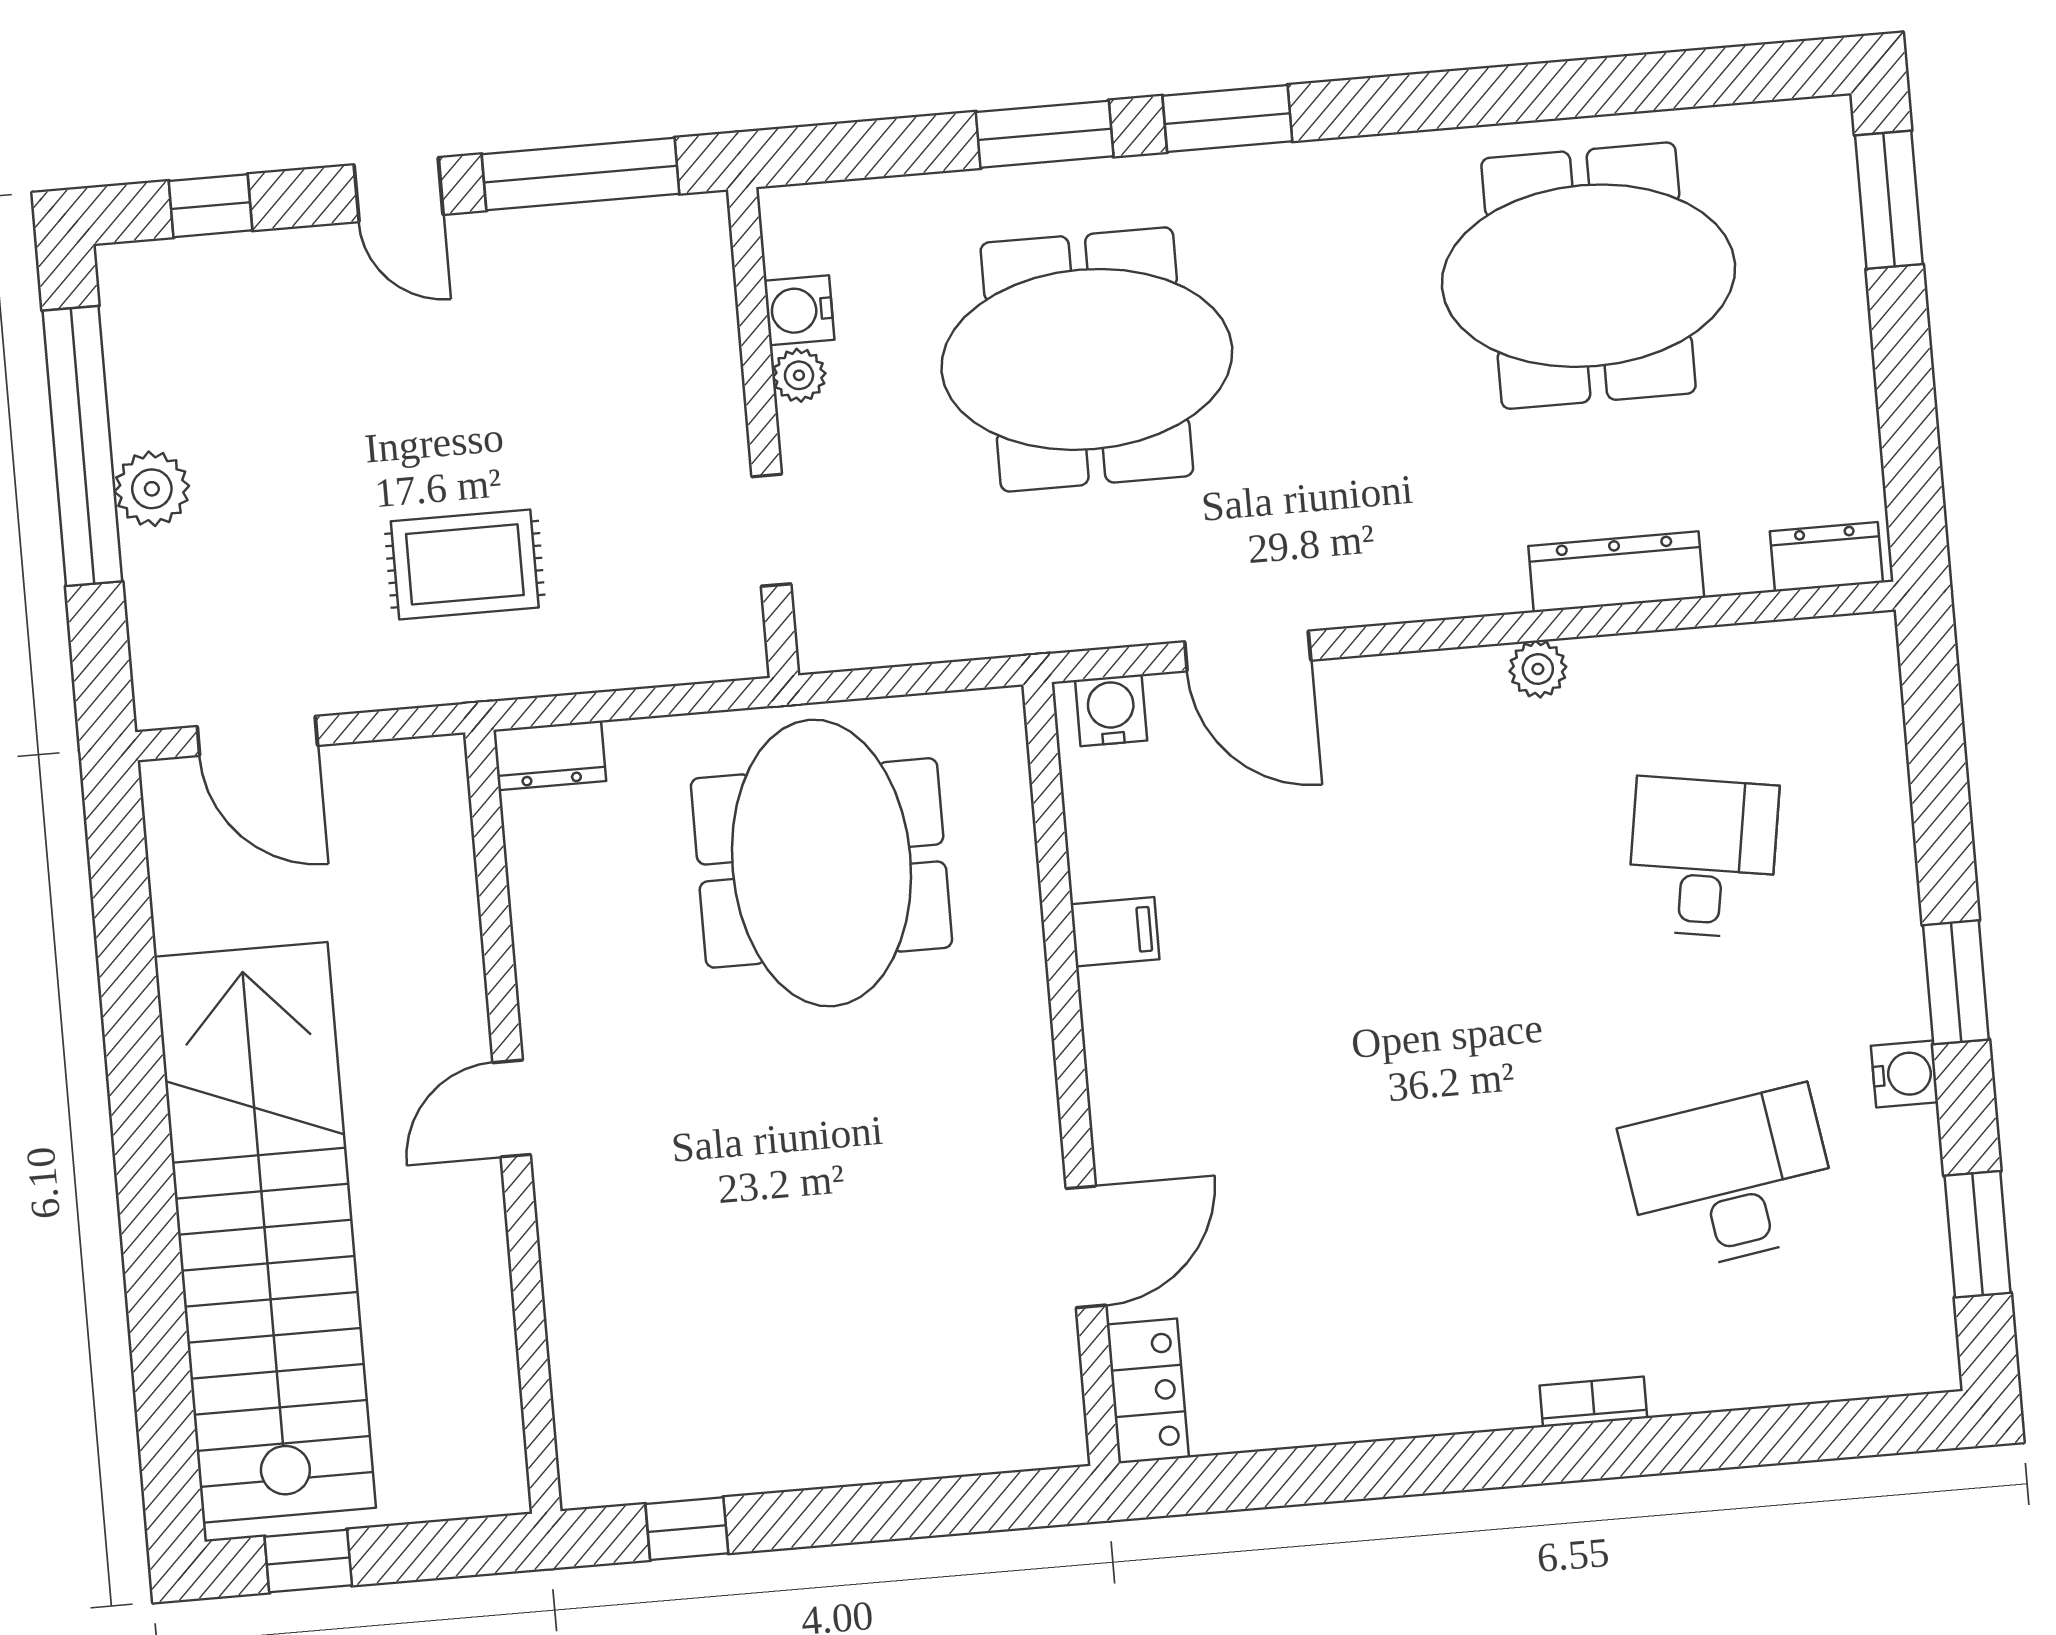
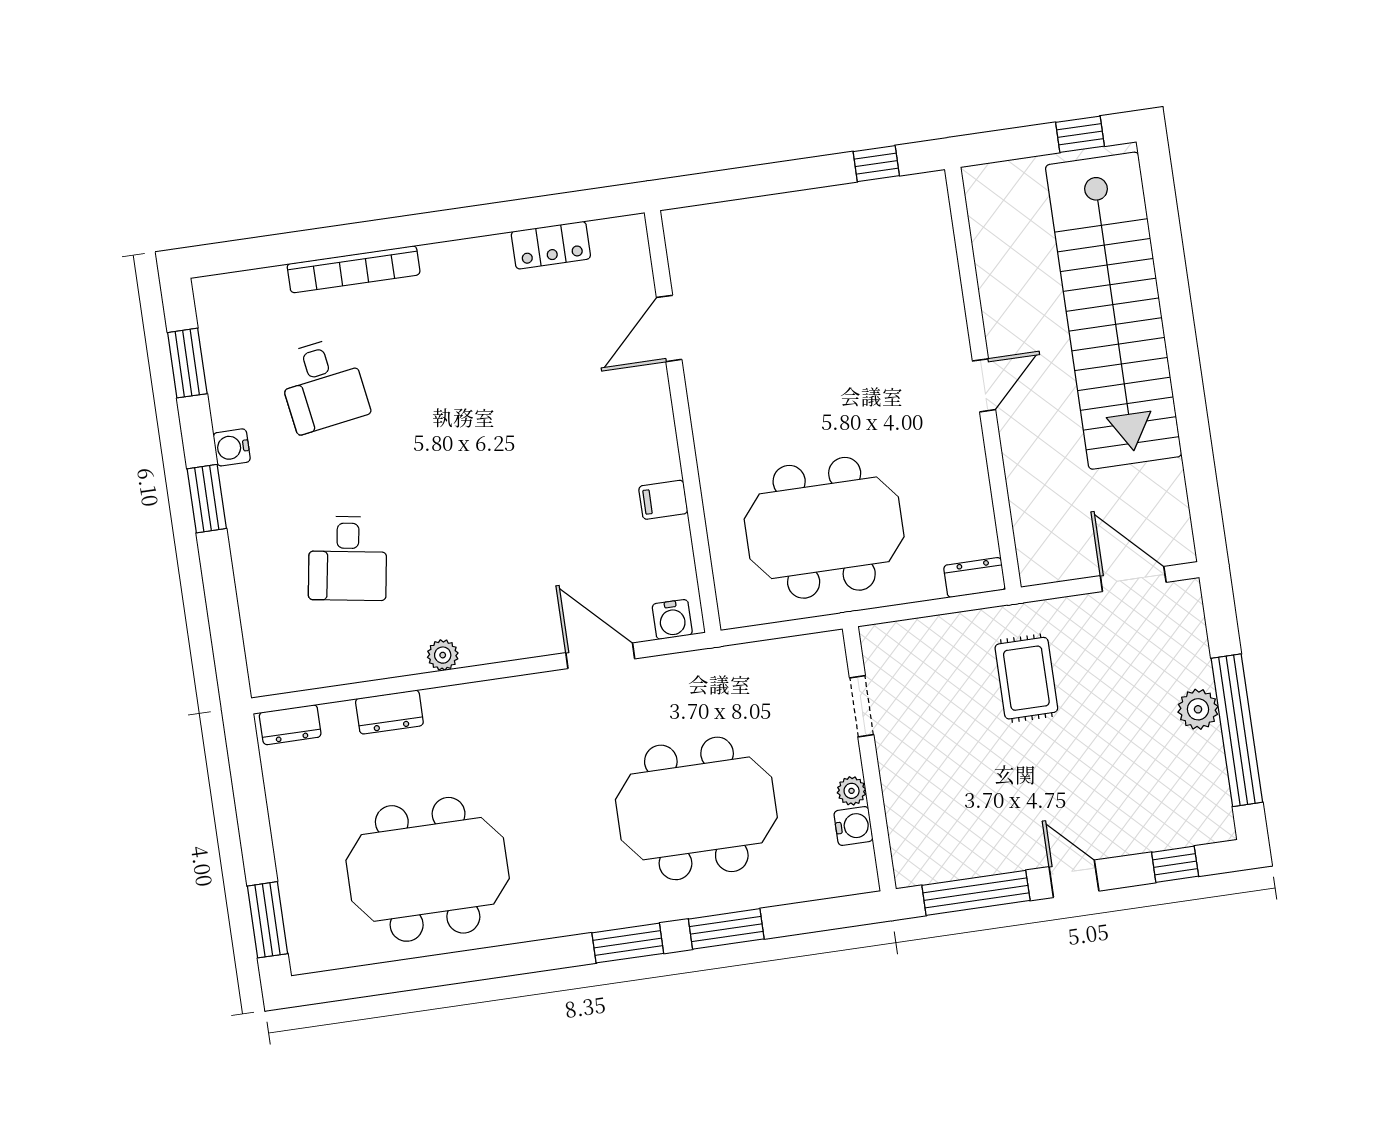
rug: (465, 564) -> (1026, 678), turned 90
dresser: (1616, 572) -> (389, 712), width x0.70
meeting table: (821, 863) -> (824, 528), turned 90
desk: (1730, 1180) -> (323, 385), width x0.73
locker: (1148, 1391) -> (551, 245), moved, turned -90
bookcase: (1593, 1402) -> (354, 269), width x2.31, depth x1.31

